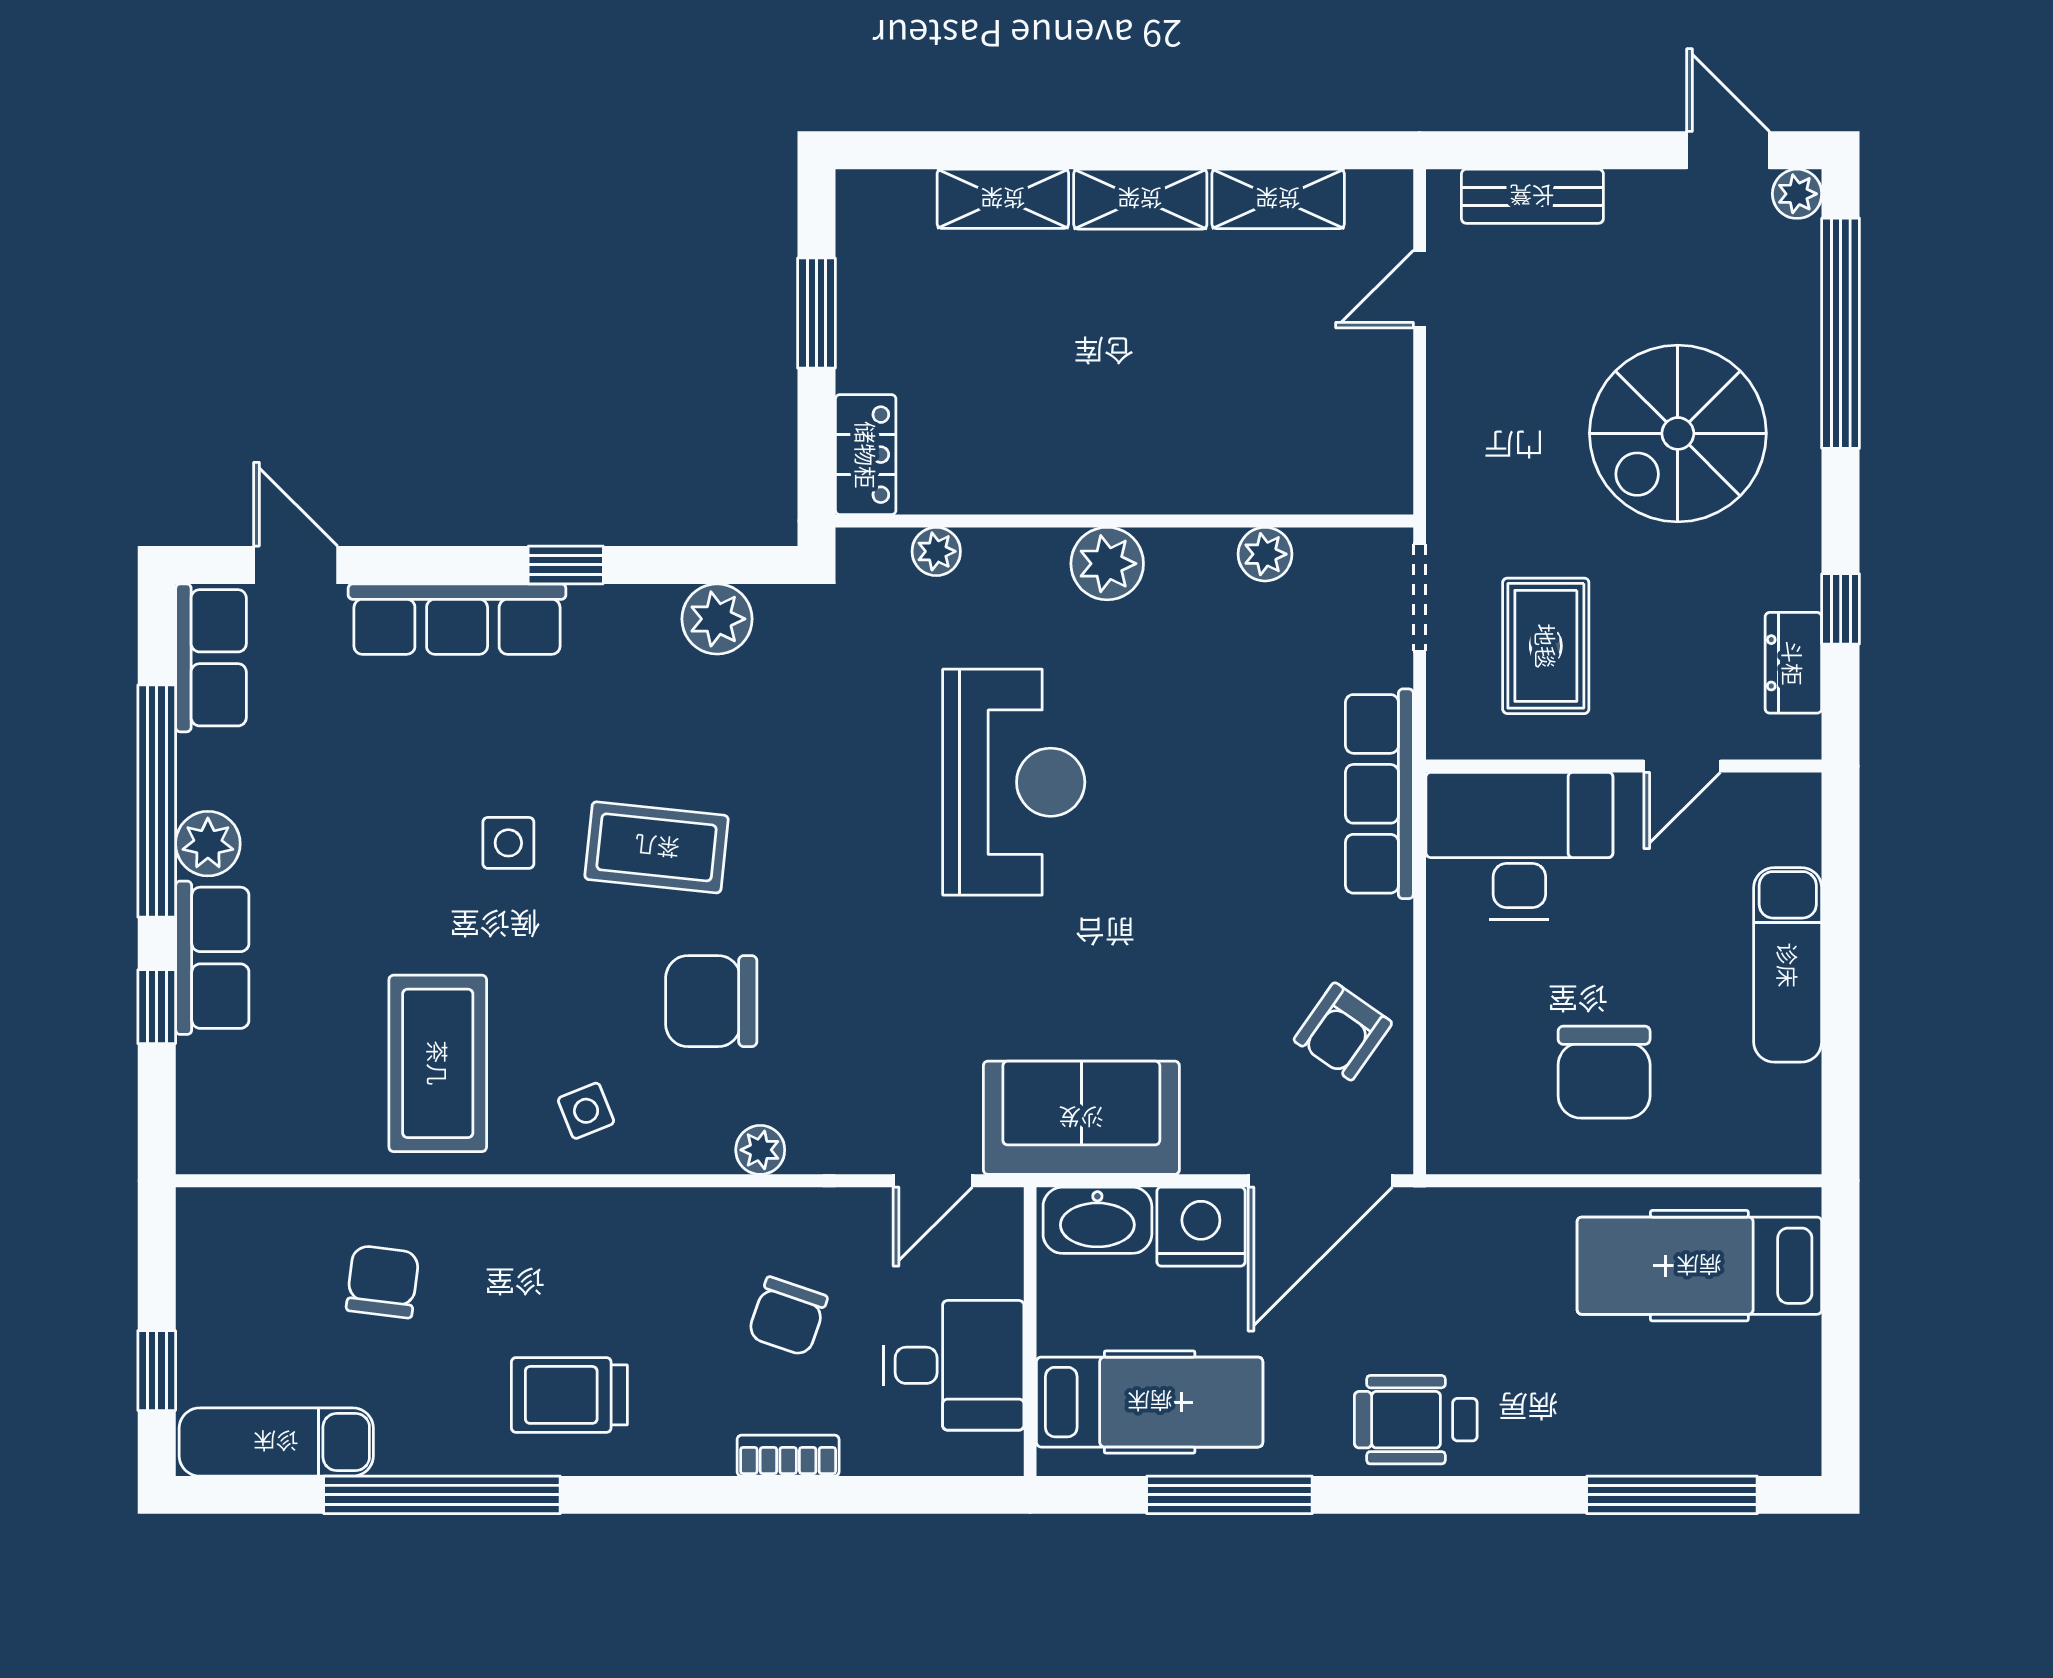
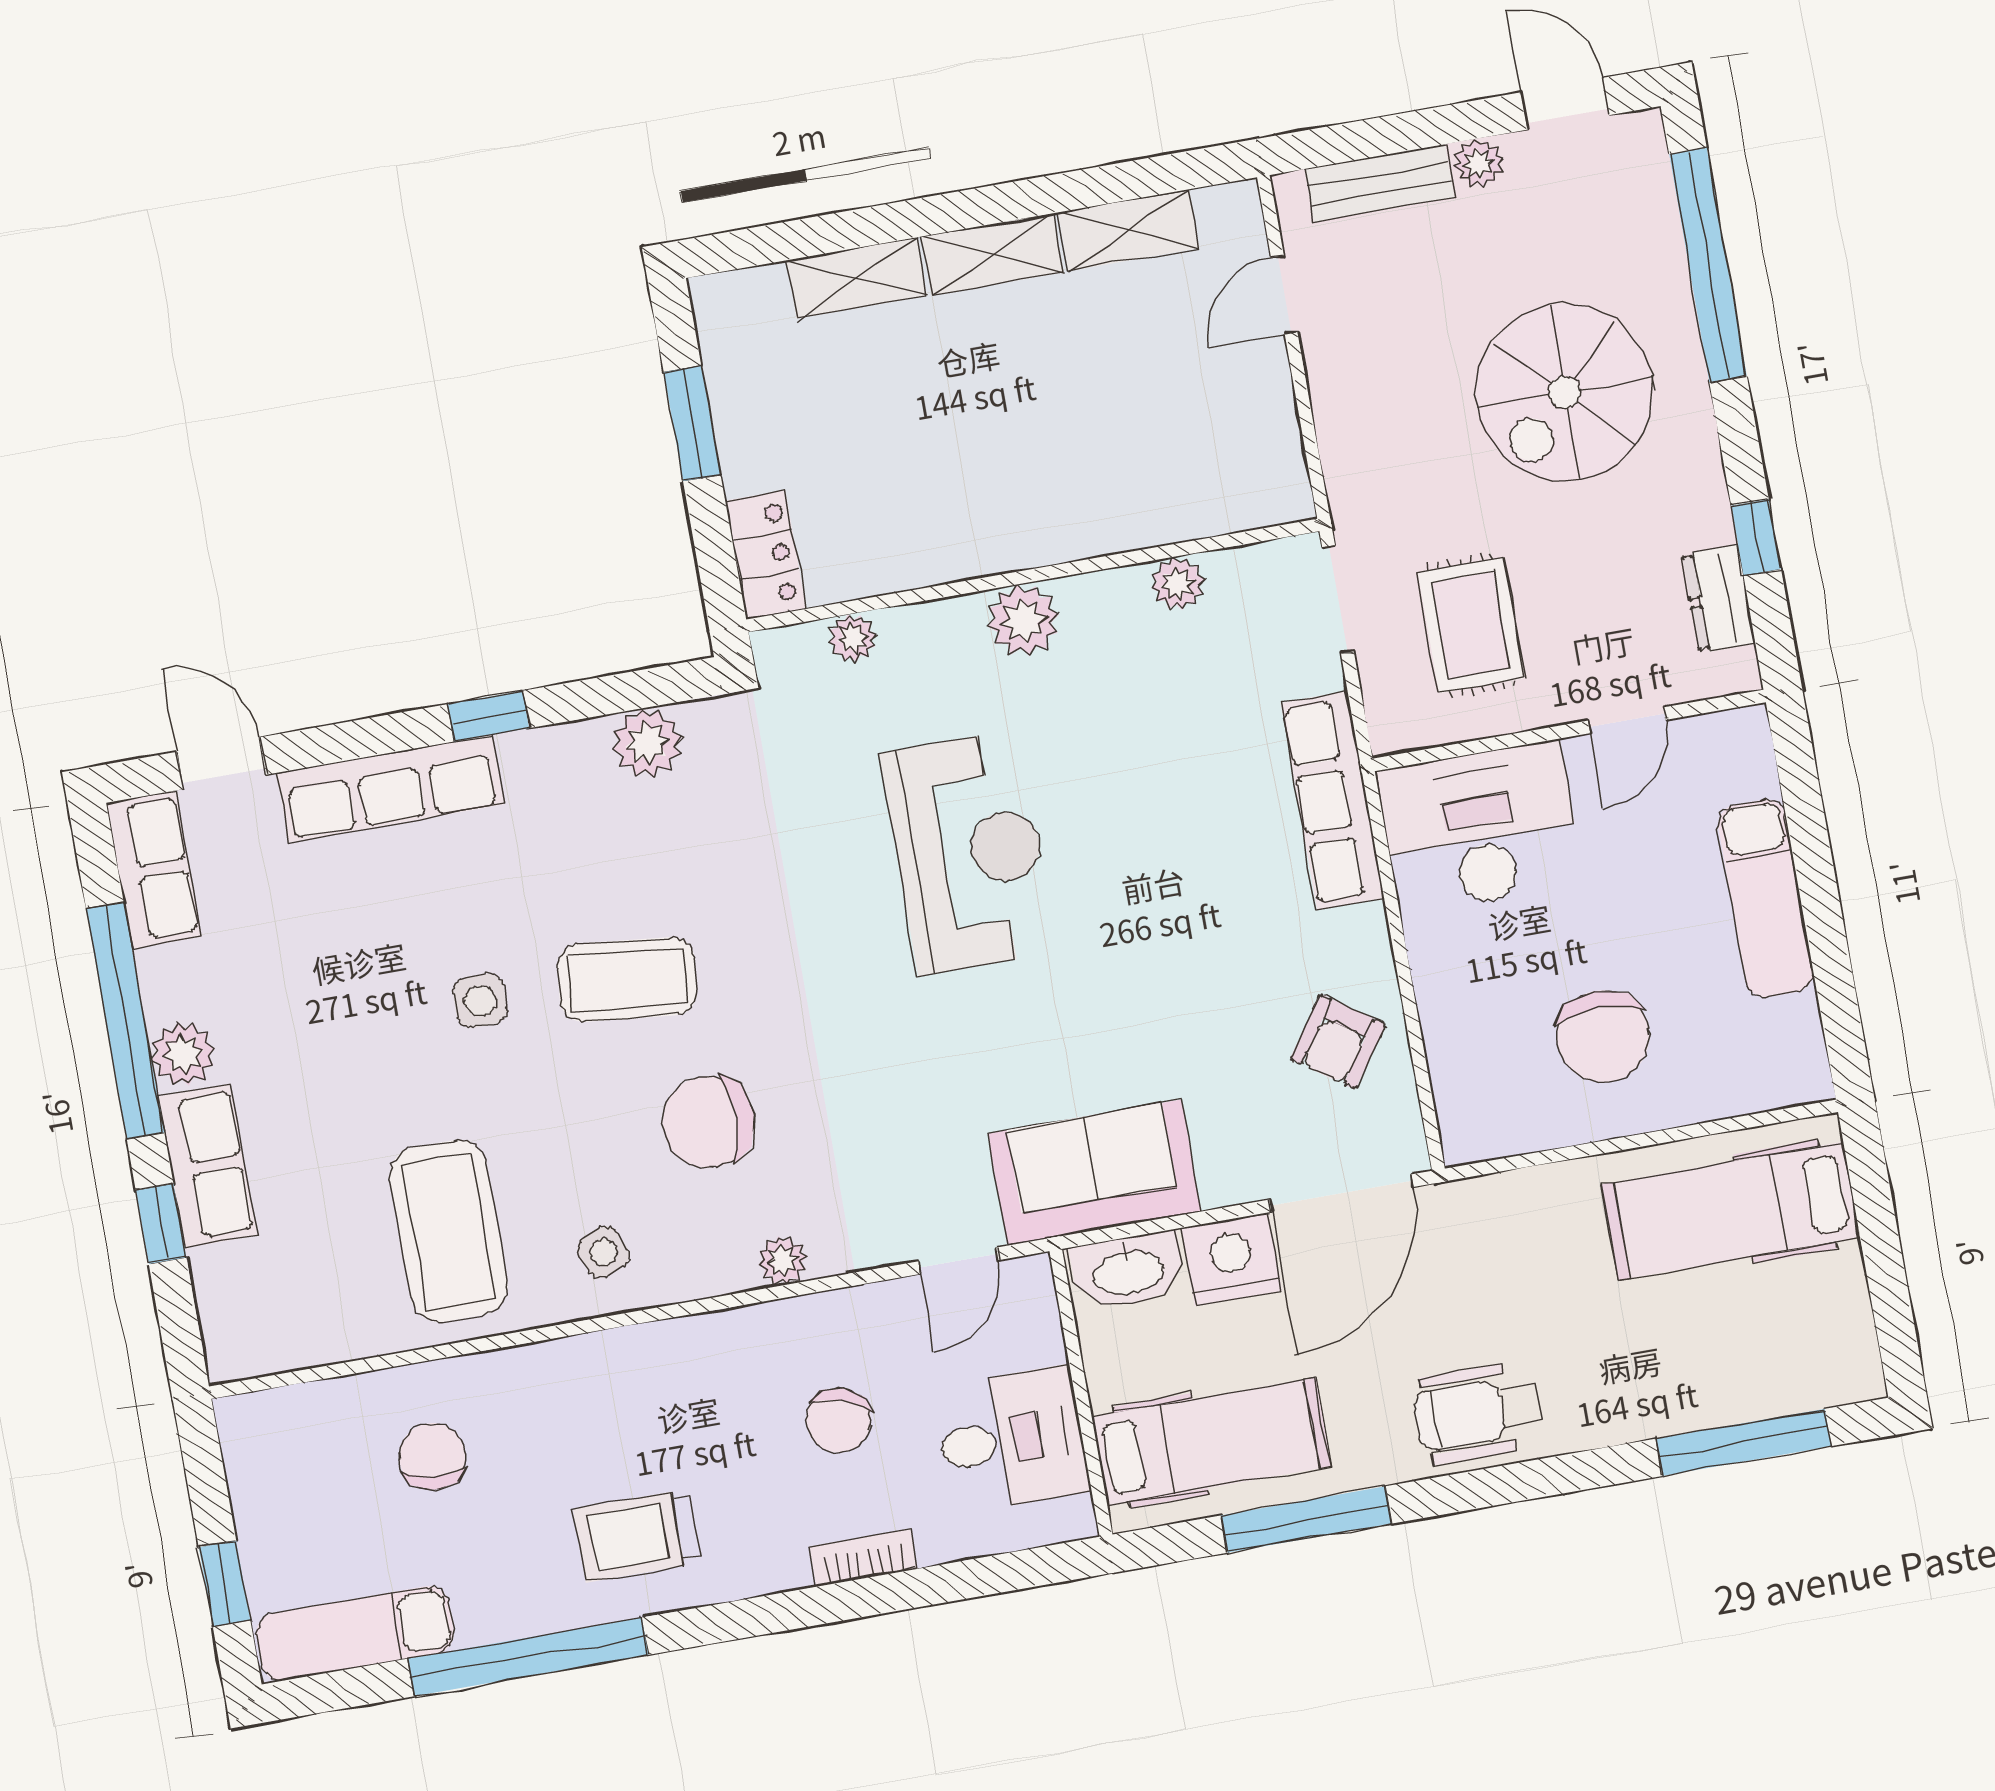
plant: (1797, 194) -> (1479, 163), moved

